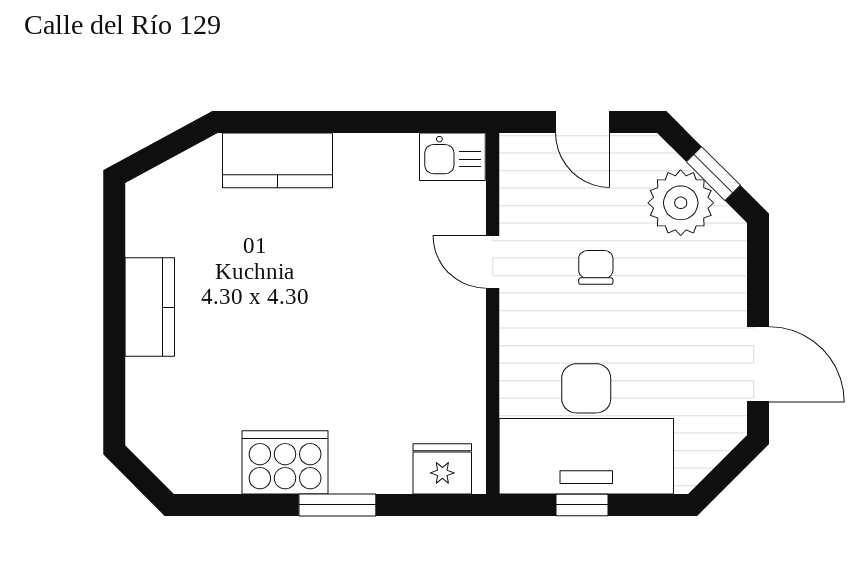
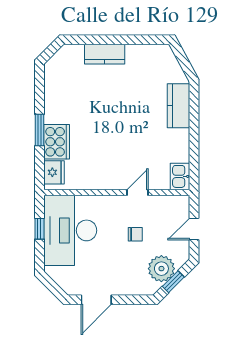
kitchen counter: (150, 307) -> (105, 54), moved
cooker: (285, 462) -> (57, 142), moved

